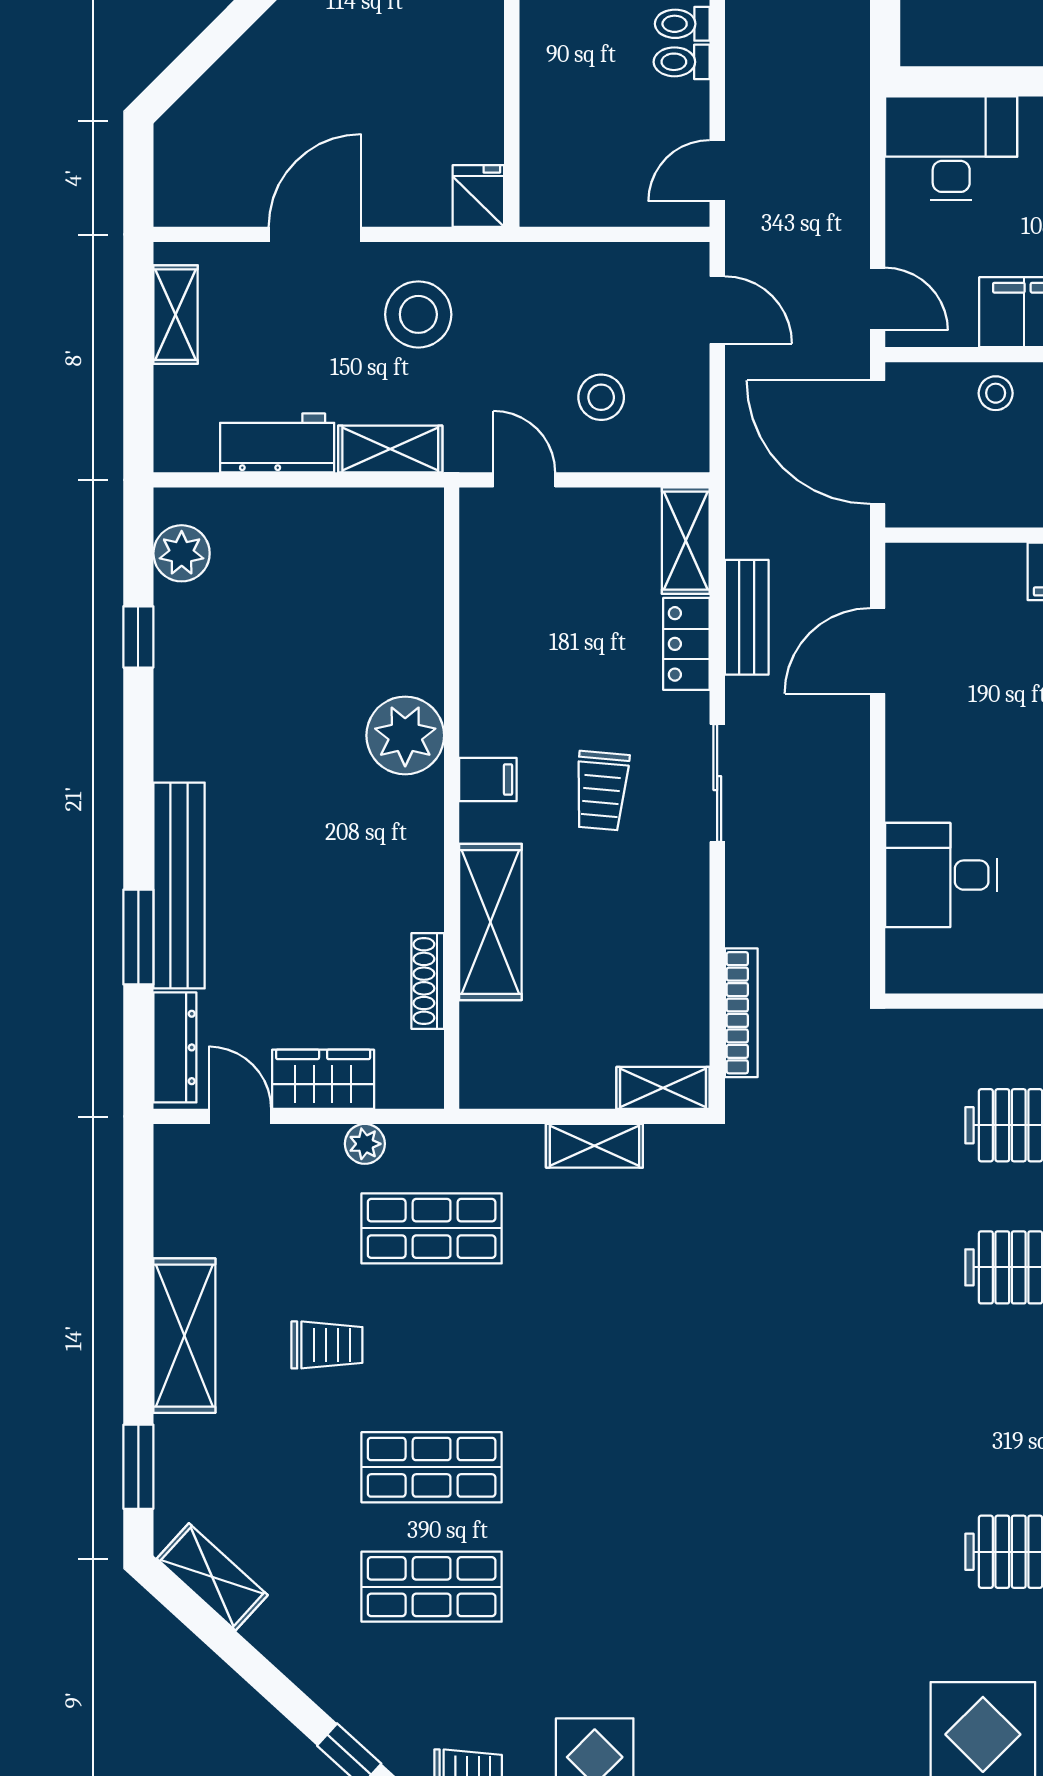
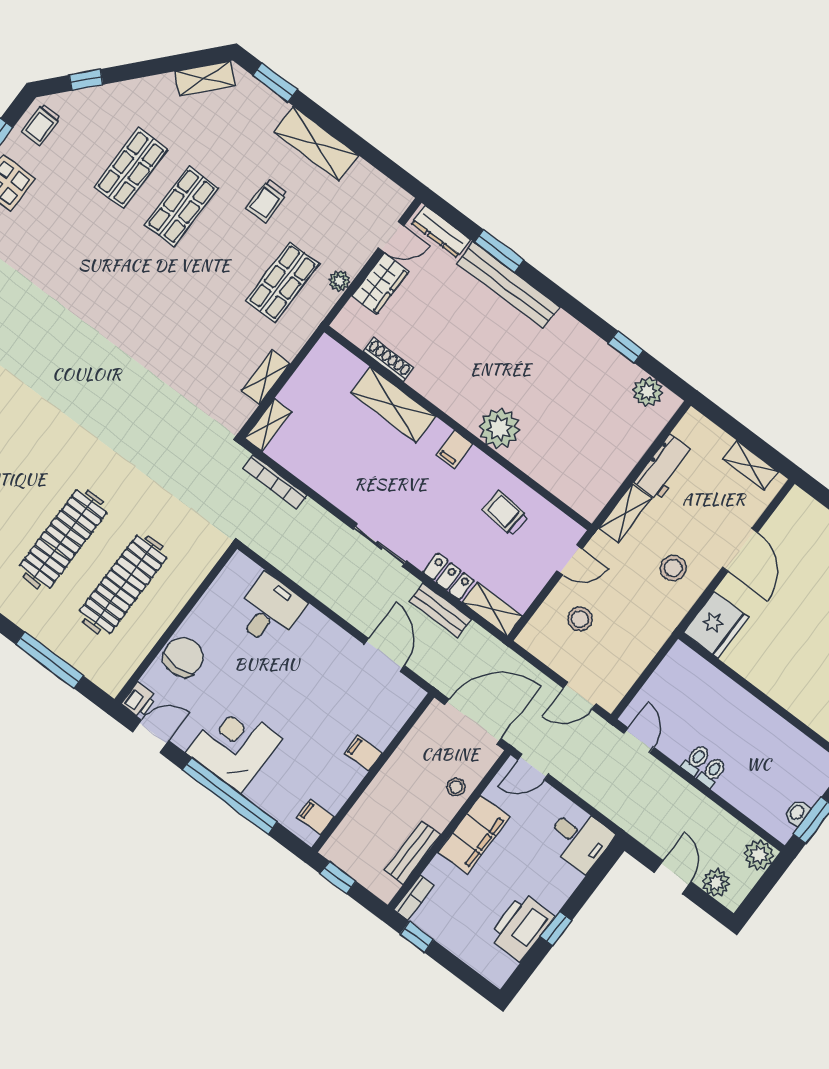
desk: (951, 148) -> (579, 839), width x0.73
fridge: (478, 196) -> (716, 625), width x1.88, depth x1.34
stool: (418, 314) -> (673, 568), width x0.73, depth x0.73
trolley: (601, 791) -> (505, 513), moved

